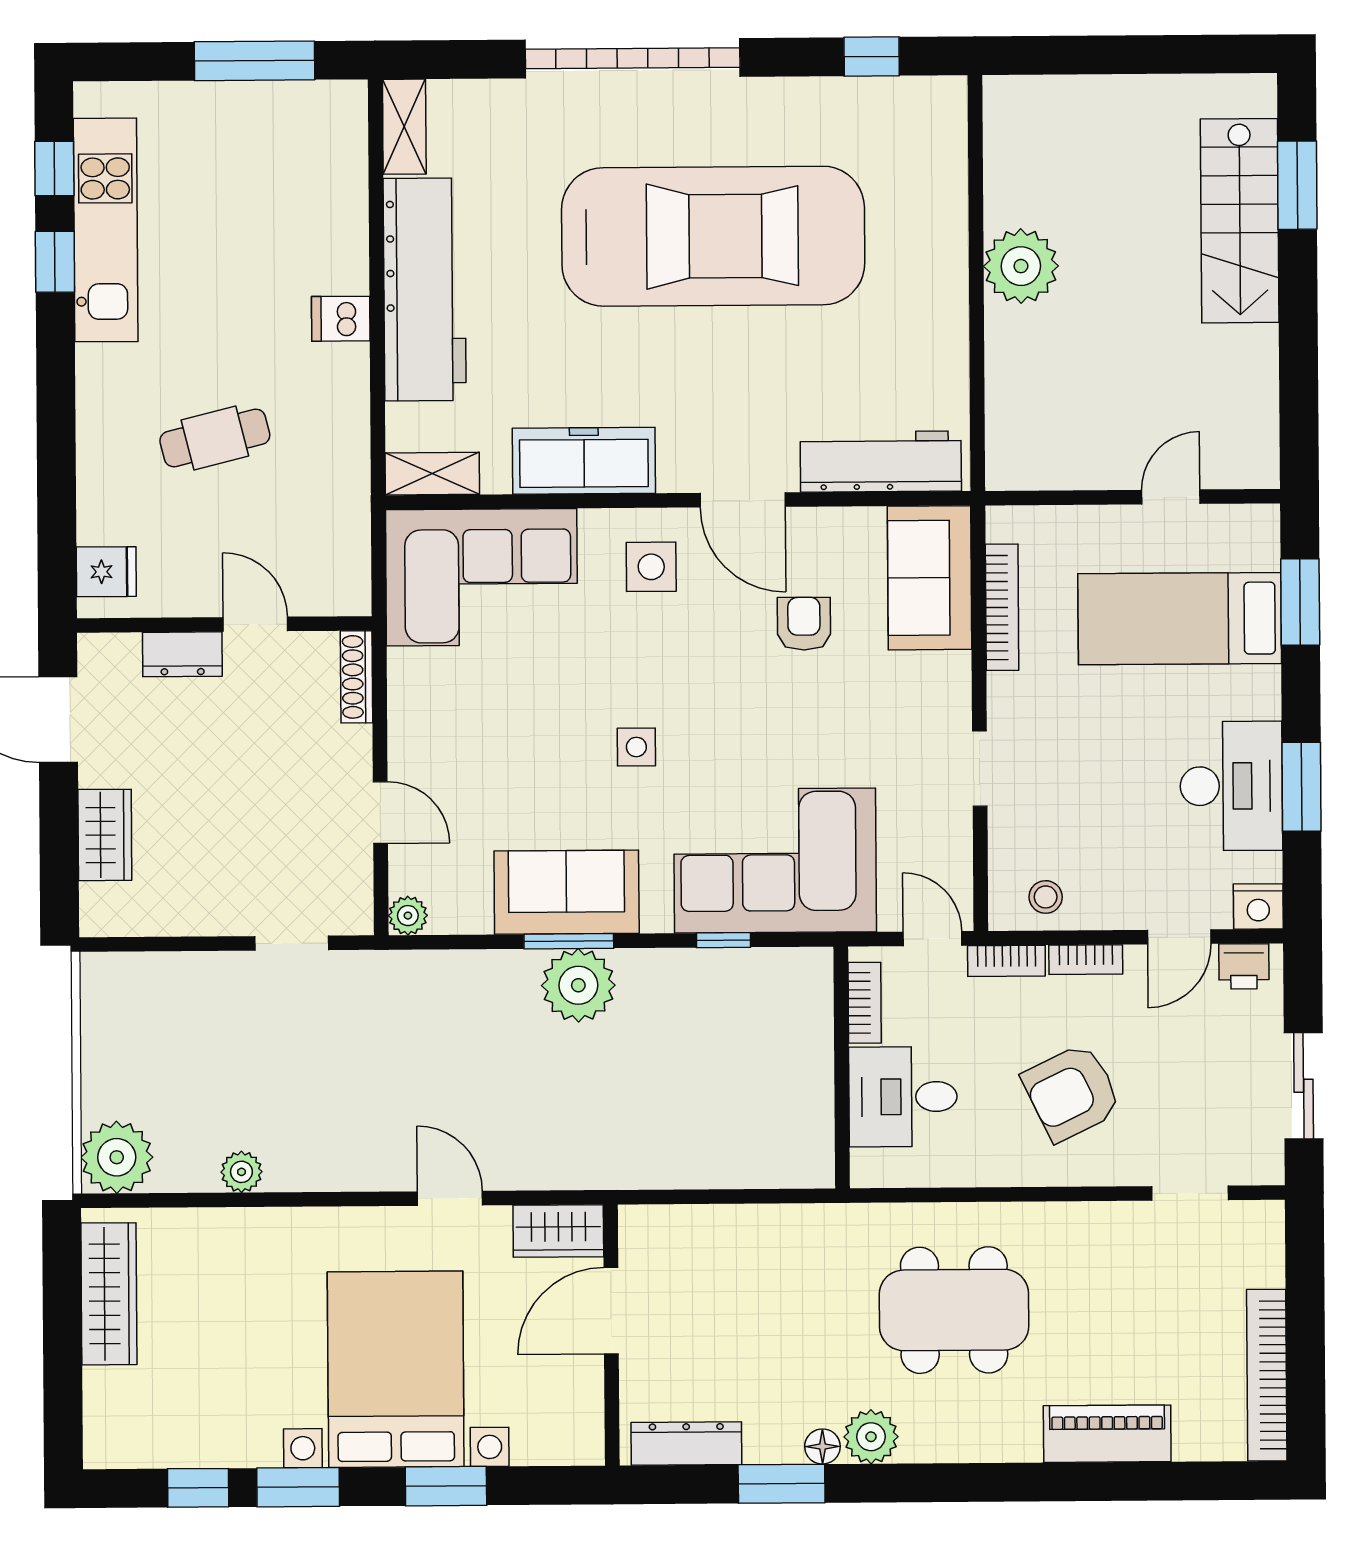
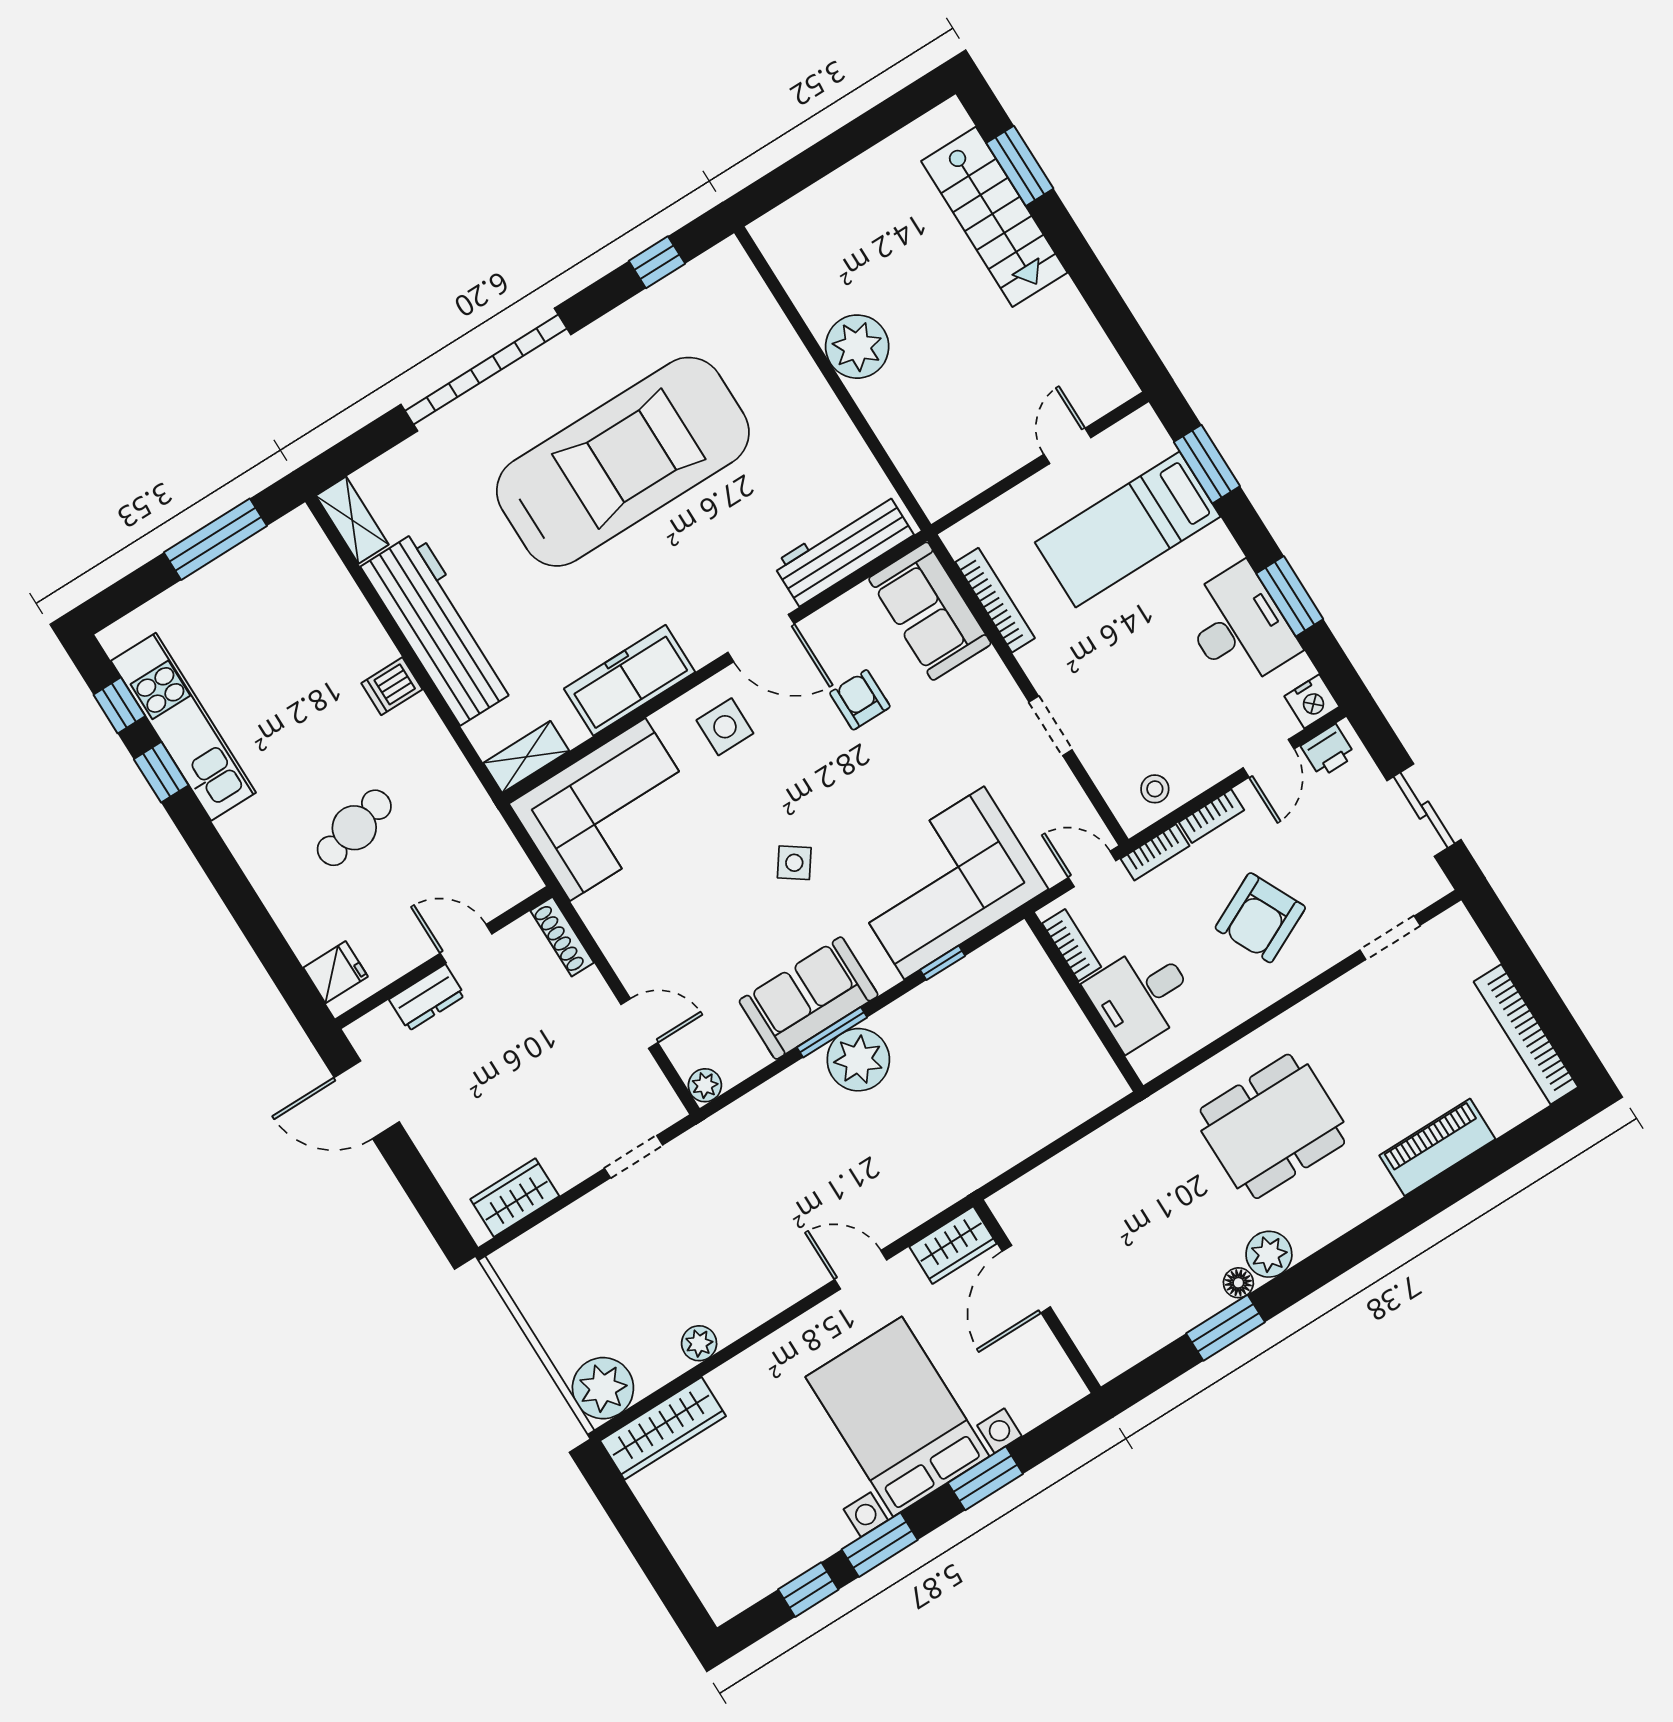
side table: (636, 747) -> (794, 863), turned 35
wardrobe: (105, 835) -> (515, 1198), moved, turned -90
wardrobe: (109, 1294) -> (663, 1428), moved, turned 90
dresser: (686, 1444) -> (1139, 1341), removed

